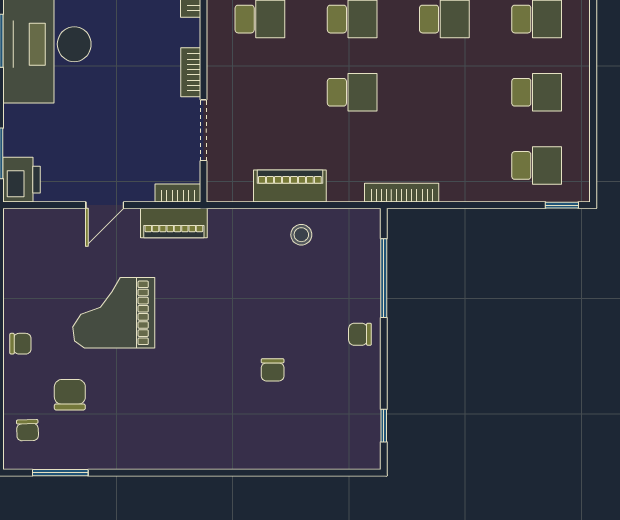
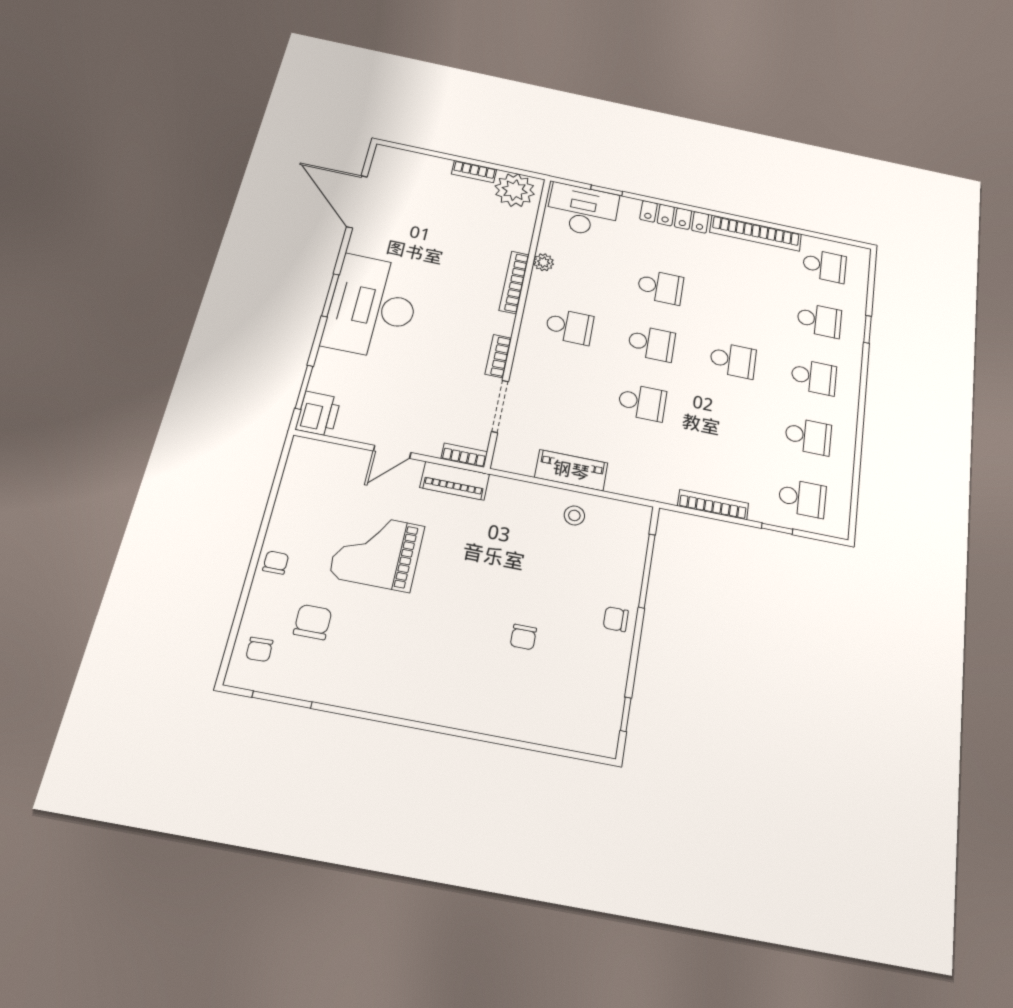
bookcase: (402, 193) -> (713, 505), moved
window: (562, 205) -> (777, 529), moved
chair: (20, 344) -> (276, 563), turned -90

